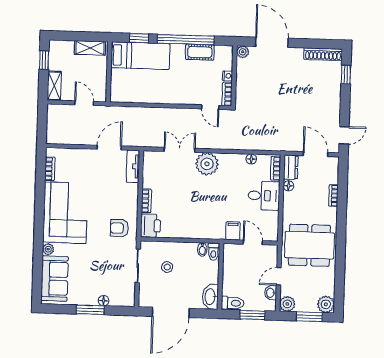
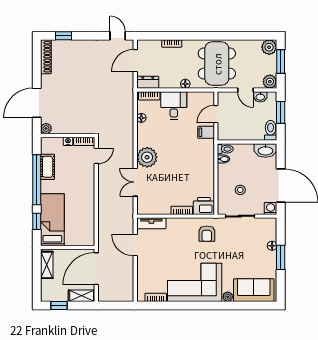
door: (84, 103) -> (96, 269), width x1.88
floor lamp: (289, 186) -> (185, 84), moved
washing machine: (145, 300) -> (271, 208), added

